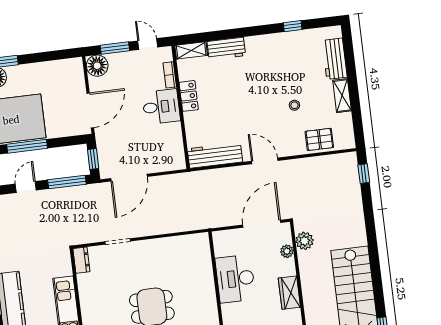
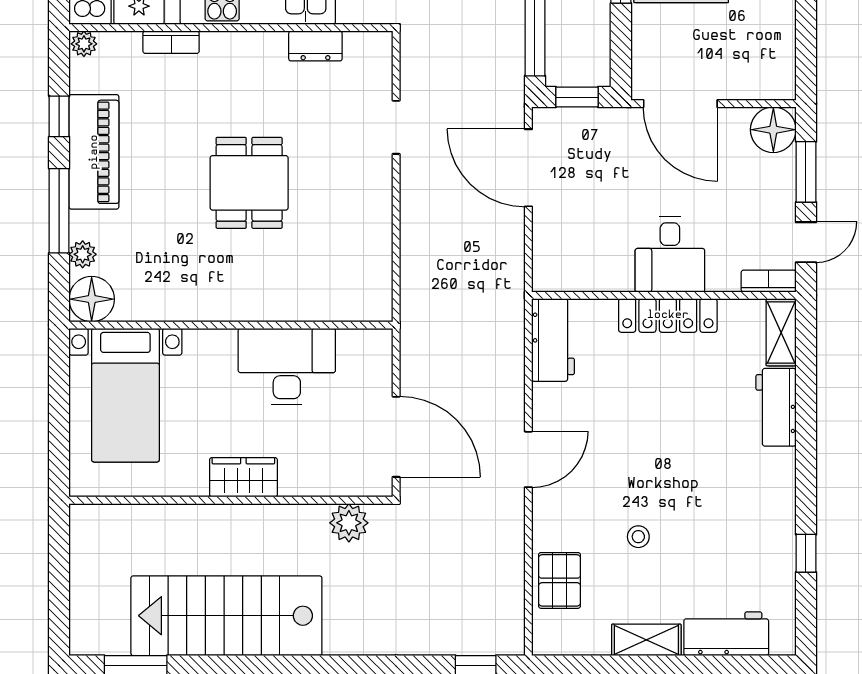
bookcase: (170, 75) -> (769, 281), moved
locker: (189, 96) -> (668, 315), width x1.53
workbench: (215, 155) -> (553, 340), width x0.73
plant: (287, 251) -> (332, 483), removed
dresser: (81, 260) -> (315, 46), moved

